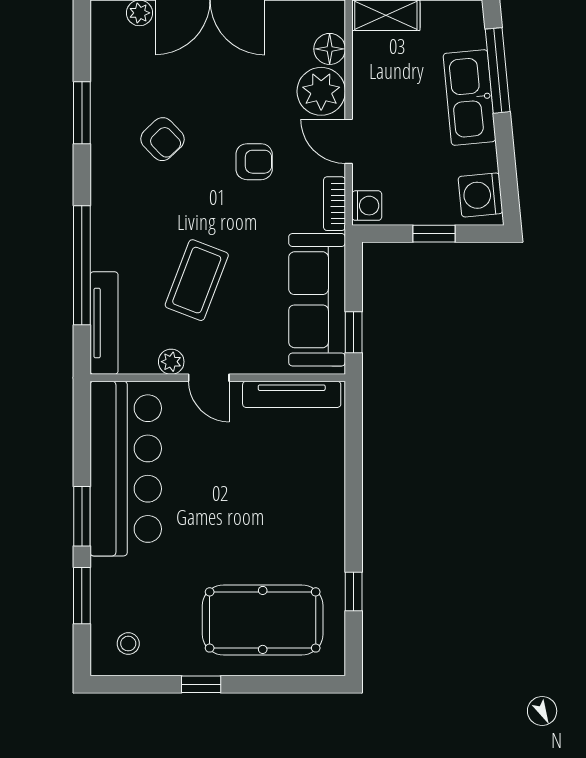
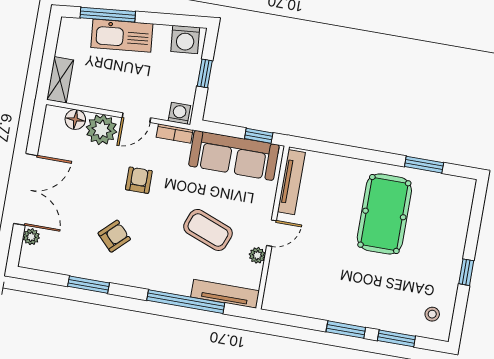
bar counter: (126, 469) -> (320, 296), removed
window: (354, 592) -> (424, 165), width x1.50
pool table: (263, 620) -> (384, 214), moved

